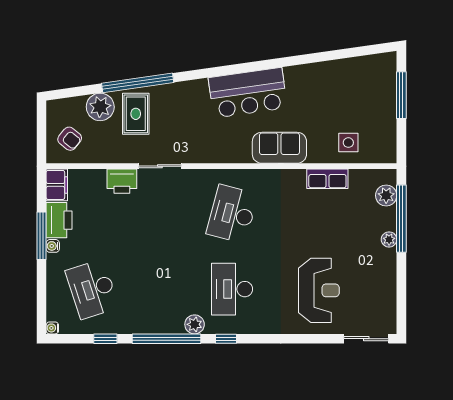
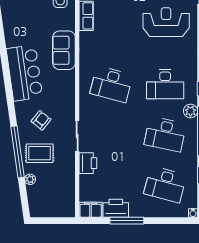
plant: (100, 107) -> (30, 179), width x0.53, depth x0.53
armchair: (70, 139) -> (41, 120), moved
water cooler: (53, 246) -> (134, 213), removed
desk: (92, 289) -> (165, 184), turned 33
desk: (162, 289) -> (165, 134), added

